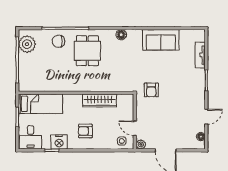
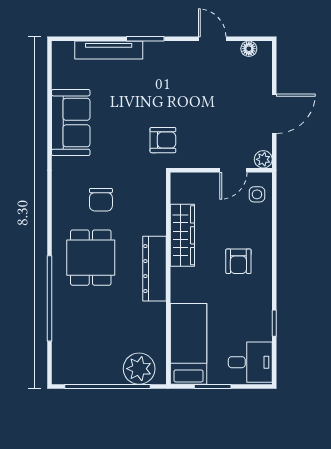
floor lamp: (121, 35) -> (61, 195), removed
chair: (58, 41) -> (101, 200), moved
plant: (27, 44) -> (139, 369), moved
dining table: (87, 51) -> (91, 258), turned 90
tv unit: (200, 55) -> (109, 50), width x1.41
dresser: (81, 85) -> (154, 269), added
nightstand: (59, 142) -> (259, 310), removed

